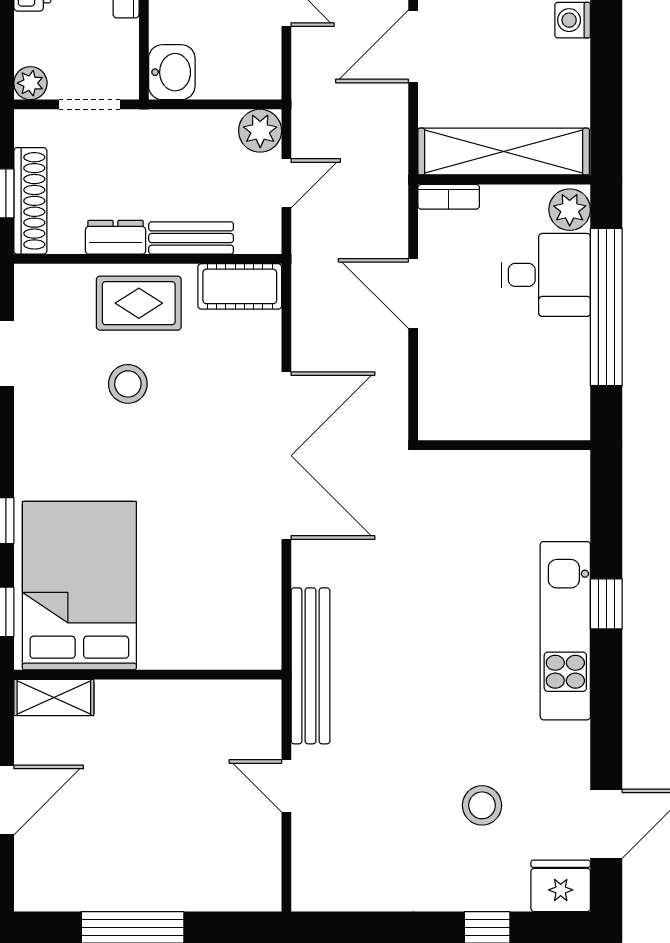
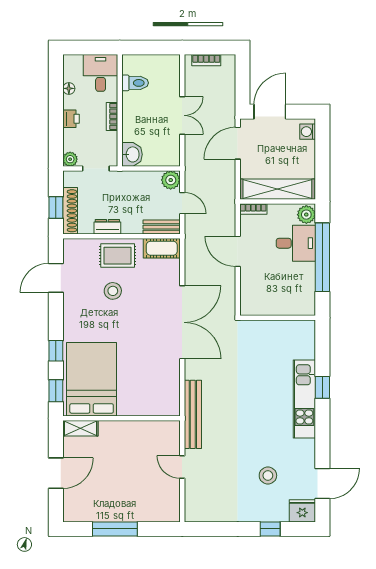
door: (286, 183) -> (182, 203), hinge flipped
bench: (191, 238) -> (162, 227), moved

